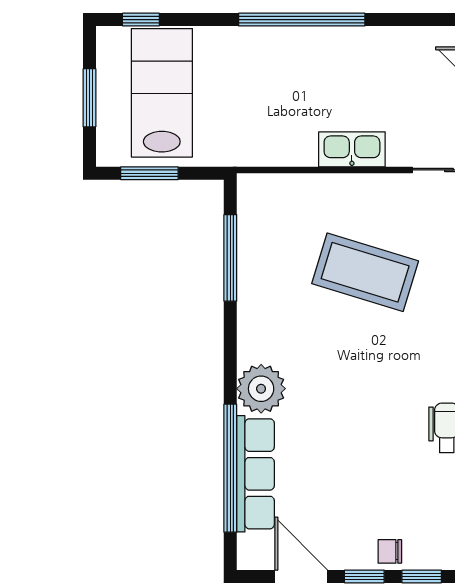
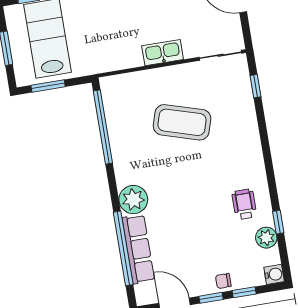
window: (230, 258) -> (103, 127), width x1.46

